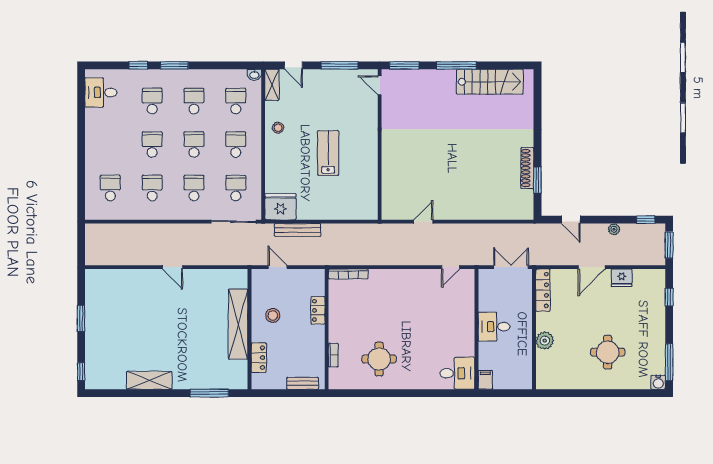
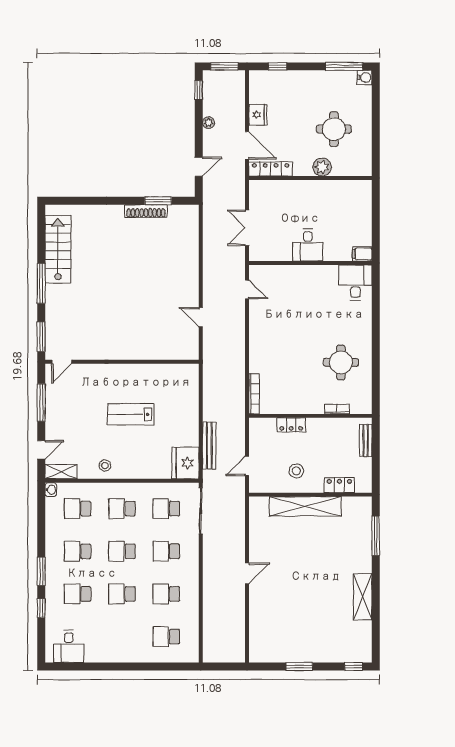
locker: (543, 290) -> (271, 169), moved
wall: (534, 329) -> (310, 178), moved
plant: (545, 341) -> (322, 167), moved

